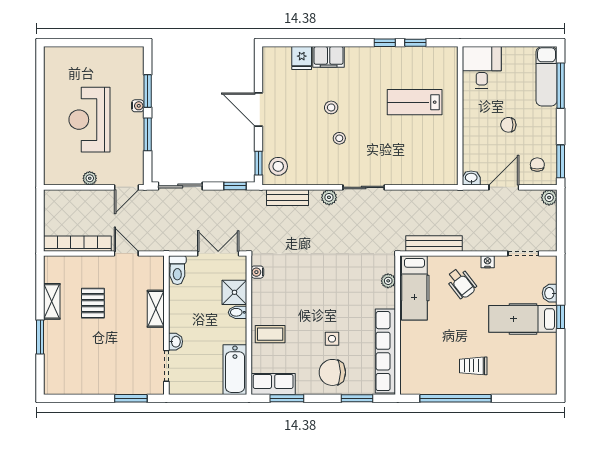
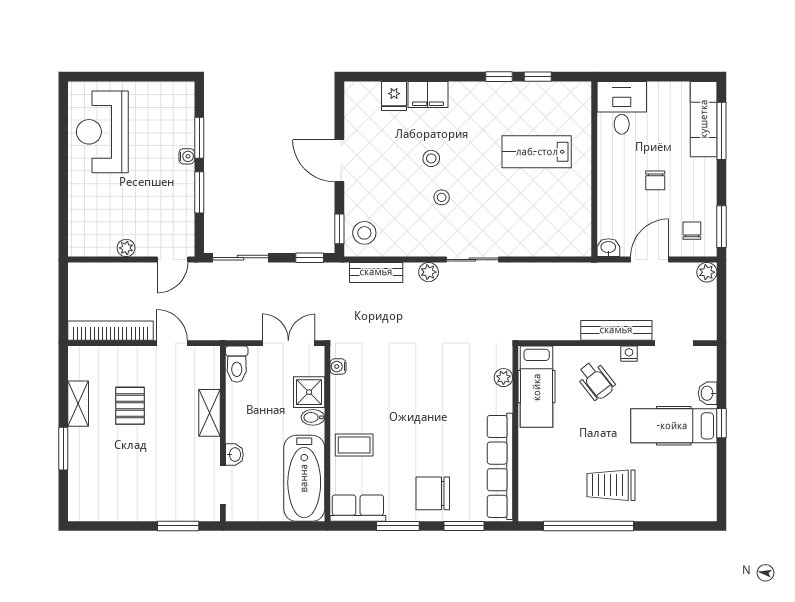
reception desk: (89, 120) -> (102, 132), moved
chair: (508, 125) -> (655, 180), turned -90
bench: (434, 243) -> (616, 330), moved
side table: (332, 339) -> (432, 451), removed
trolley: (473, 366) -> (611, 485), width x1.36, depth x1.39
bathtub: (235, 370) -> (304, 478), width x1.36, depth x1.36
window: (287, 398) -> (398, 526), moved

